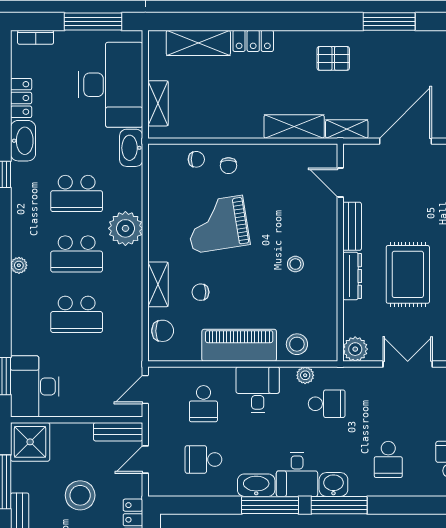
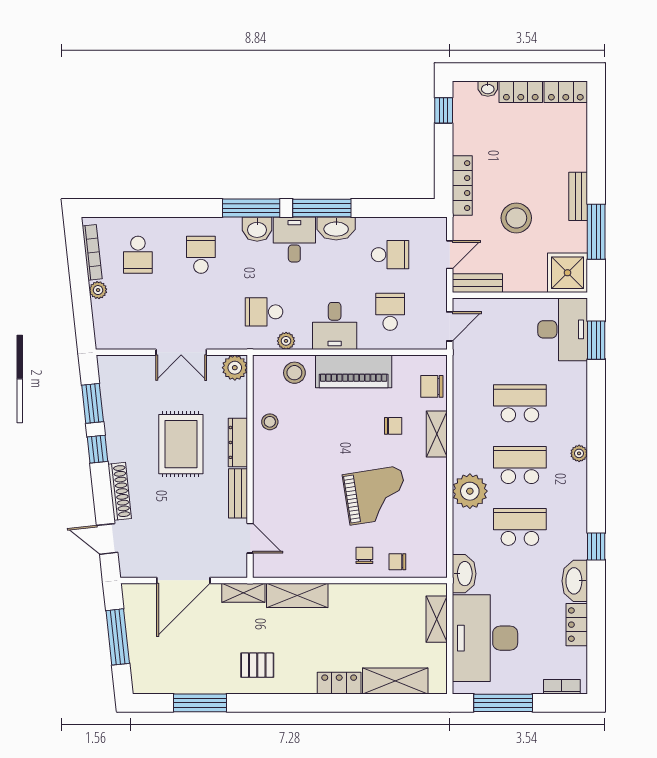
stool: (295, 264) -> (270, 422), moved

